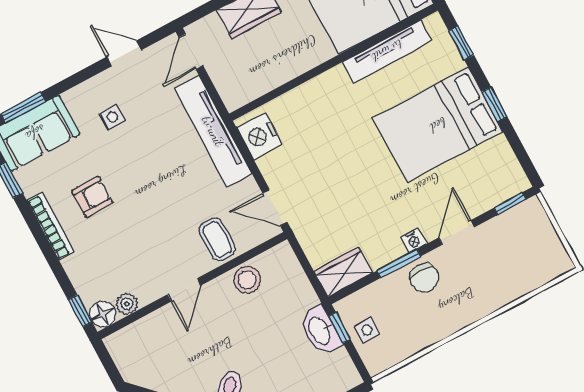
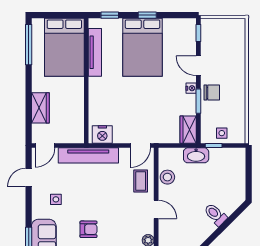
door: (191, 52) -> (45, 145), hinge flipped
armchair: (92, 197) -> (88, 229), turned 90
coffee table: (217, 239) -> (141, 181), turned 90
washbasin: (320, 330) -> (196, 155), moved

